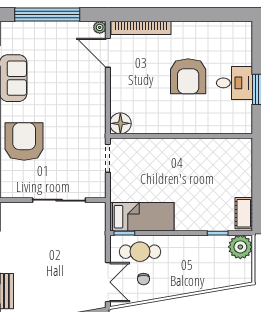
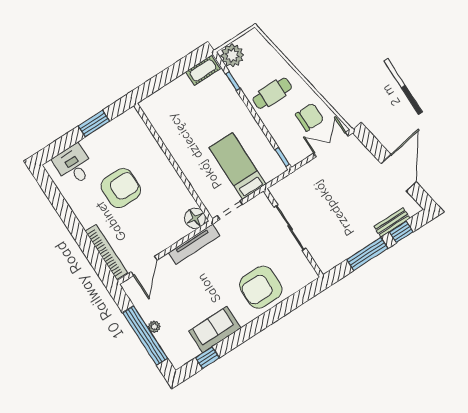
plant: (100, 27) -> (154, 327), moved
desk: (234, 83) -> (74, 165), moved
tv unit: (99, 108) -> (194, 244), added
bed: (142, 217) -> (238, 166), moved
cafe table: (140, 252) -> (272, 93), moved, turned 90
chair: (144, 279) -> (310, 117), width x1.87, depth x1.87

